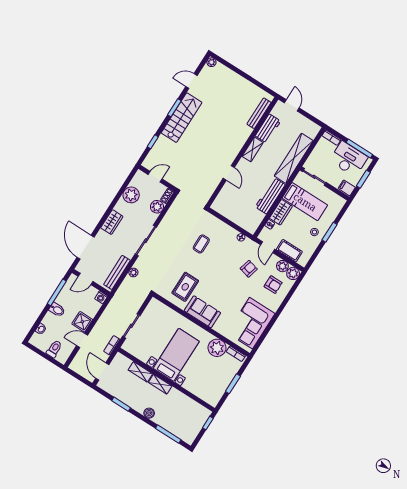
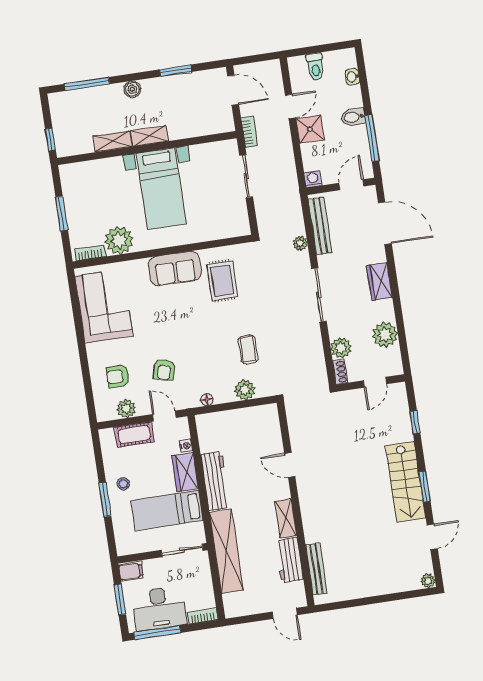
plant: (293, 273) -> (245, 390), moved
shelving: (140, 372) -> (112, 141), moved

